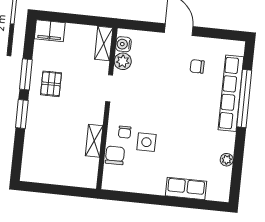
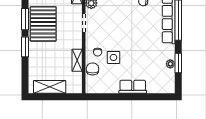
pallet: (51, 84) -> (43, 24), width x2.05, depth x2.00
window: (238, 160) -> (178, 63), added
shelving: (51, 175) -> (50, 87), added
row of seats: (186, 189) -> (133, 87), moved

